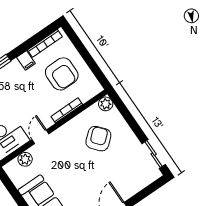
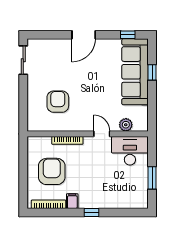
plant: (106, 104) -> (34, 125), removed
door: (41, 137) -> (102, 134), swing flipped
armchair: (98, 139) -> (58, 102), turned 131

